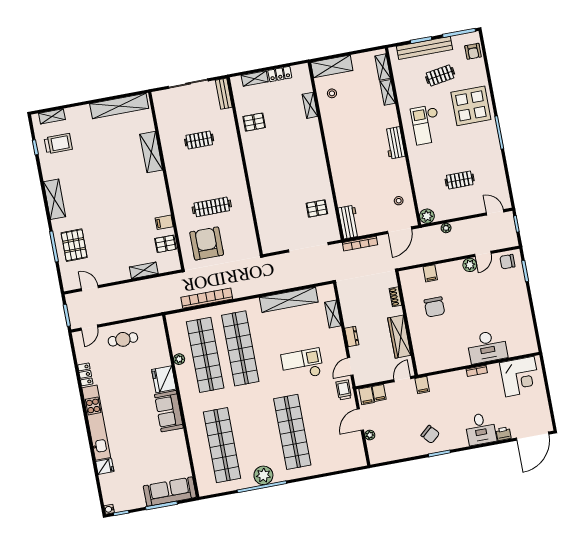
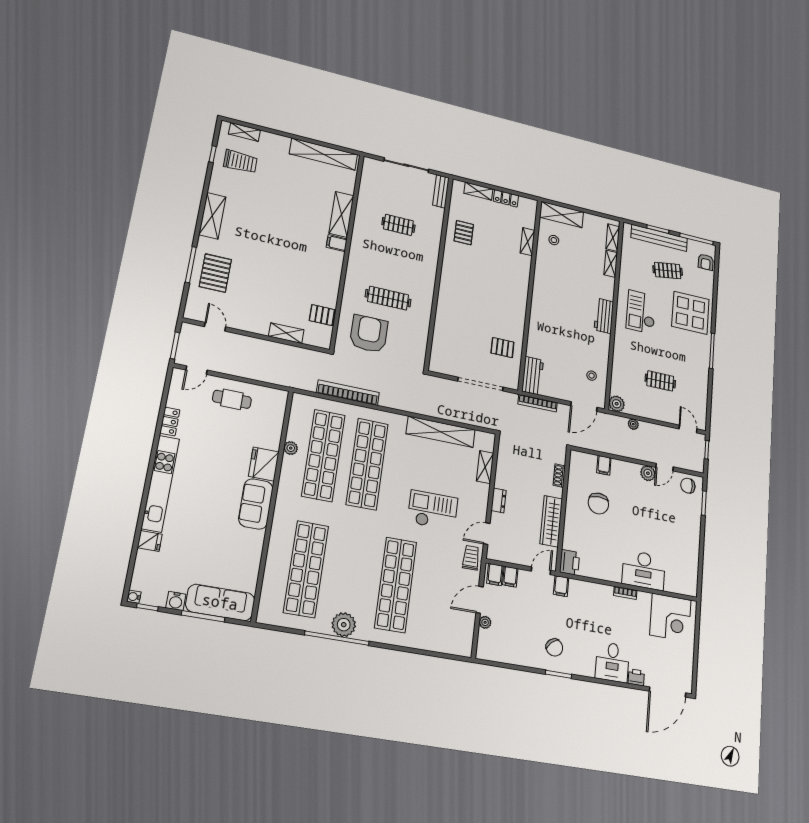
pallet: (254, 122) -> (464, 233), turned 90
filing cabinet: (164, 222) -> (337, 243), moved
printer: (424, 364) -> (570, 562), added
water cooler: (139, 502) -> (176, 601), added

